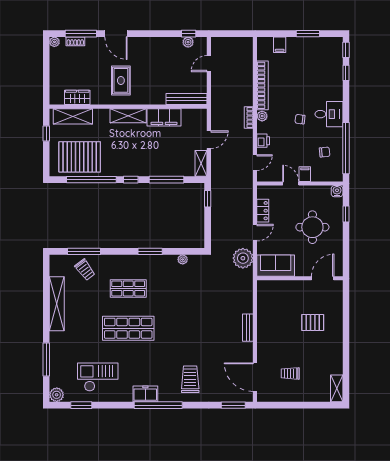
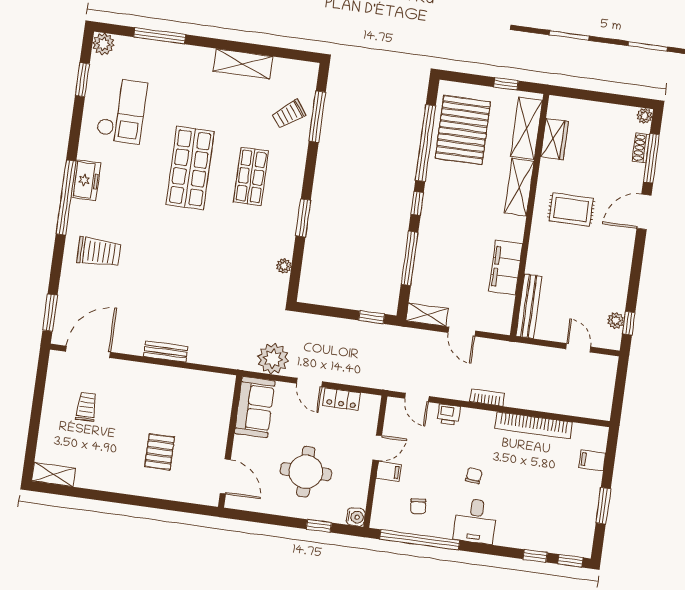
shelving: (128, 116) -> (519, 187), moved
plant: (262, 116) -> (487, 418), removed
shelving: (57, 304) -> (243, 64), width x0.68

